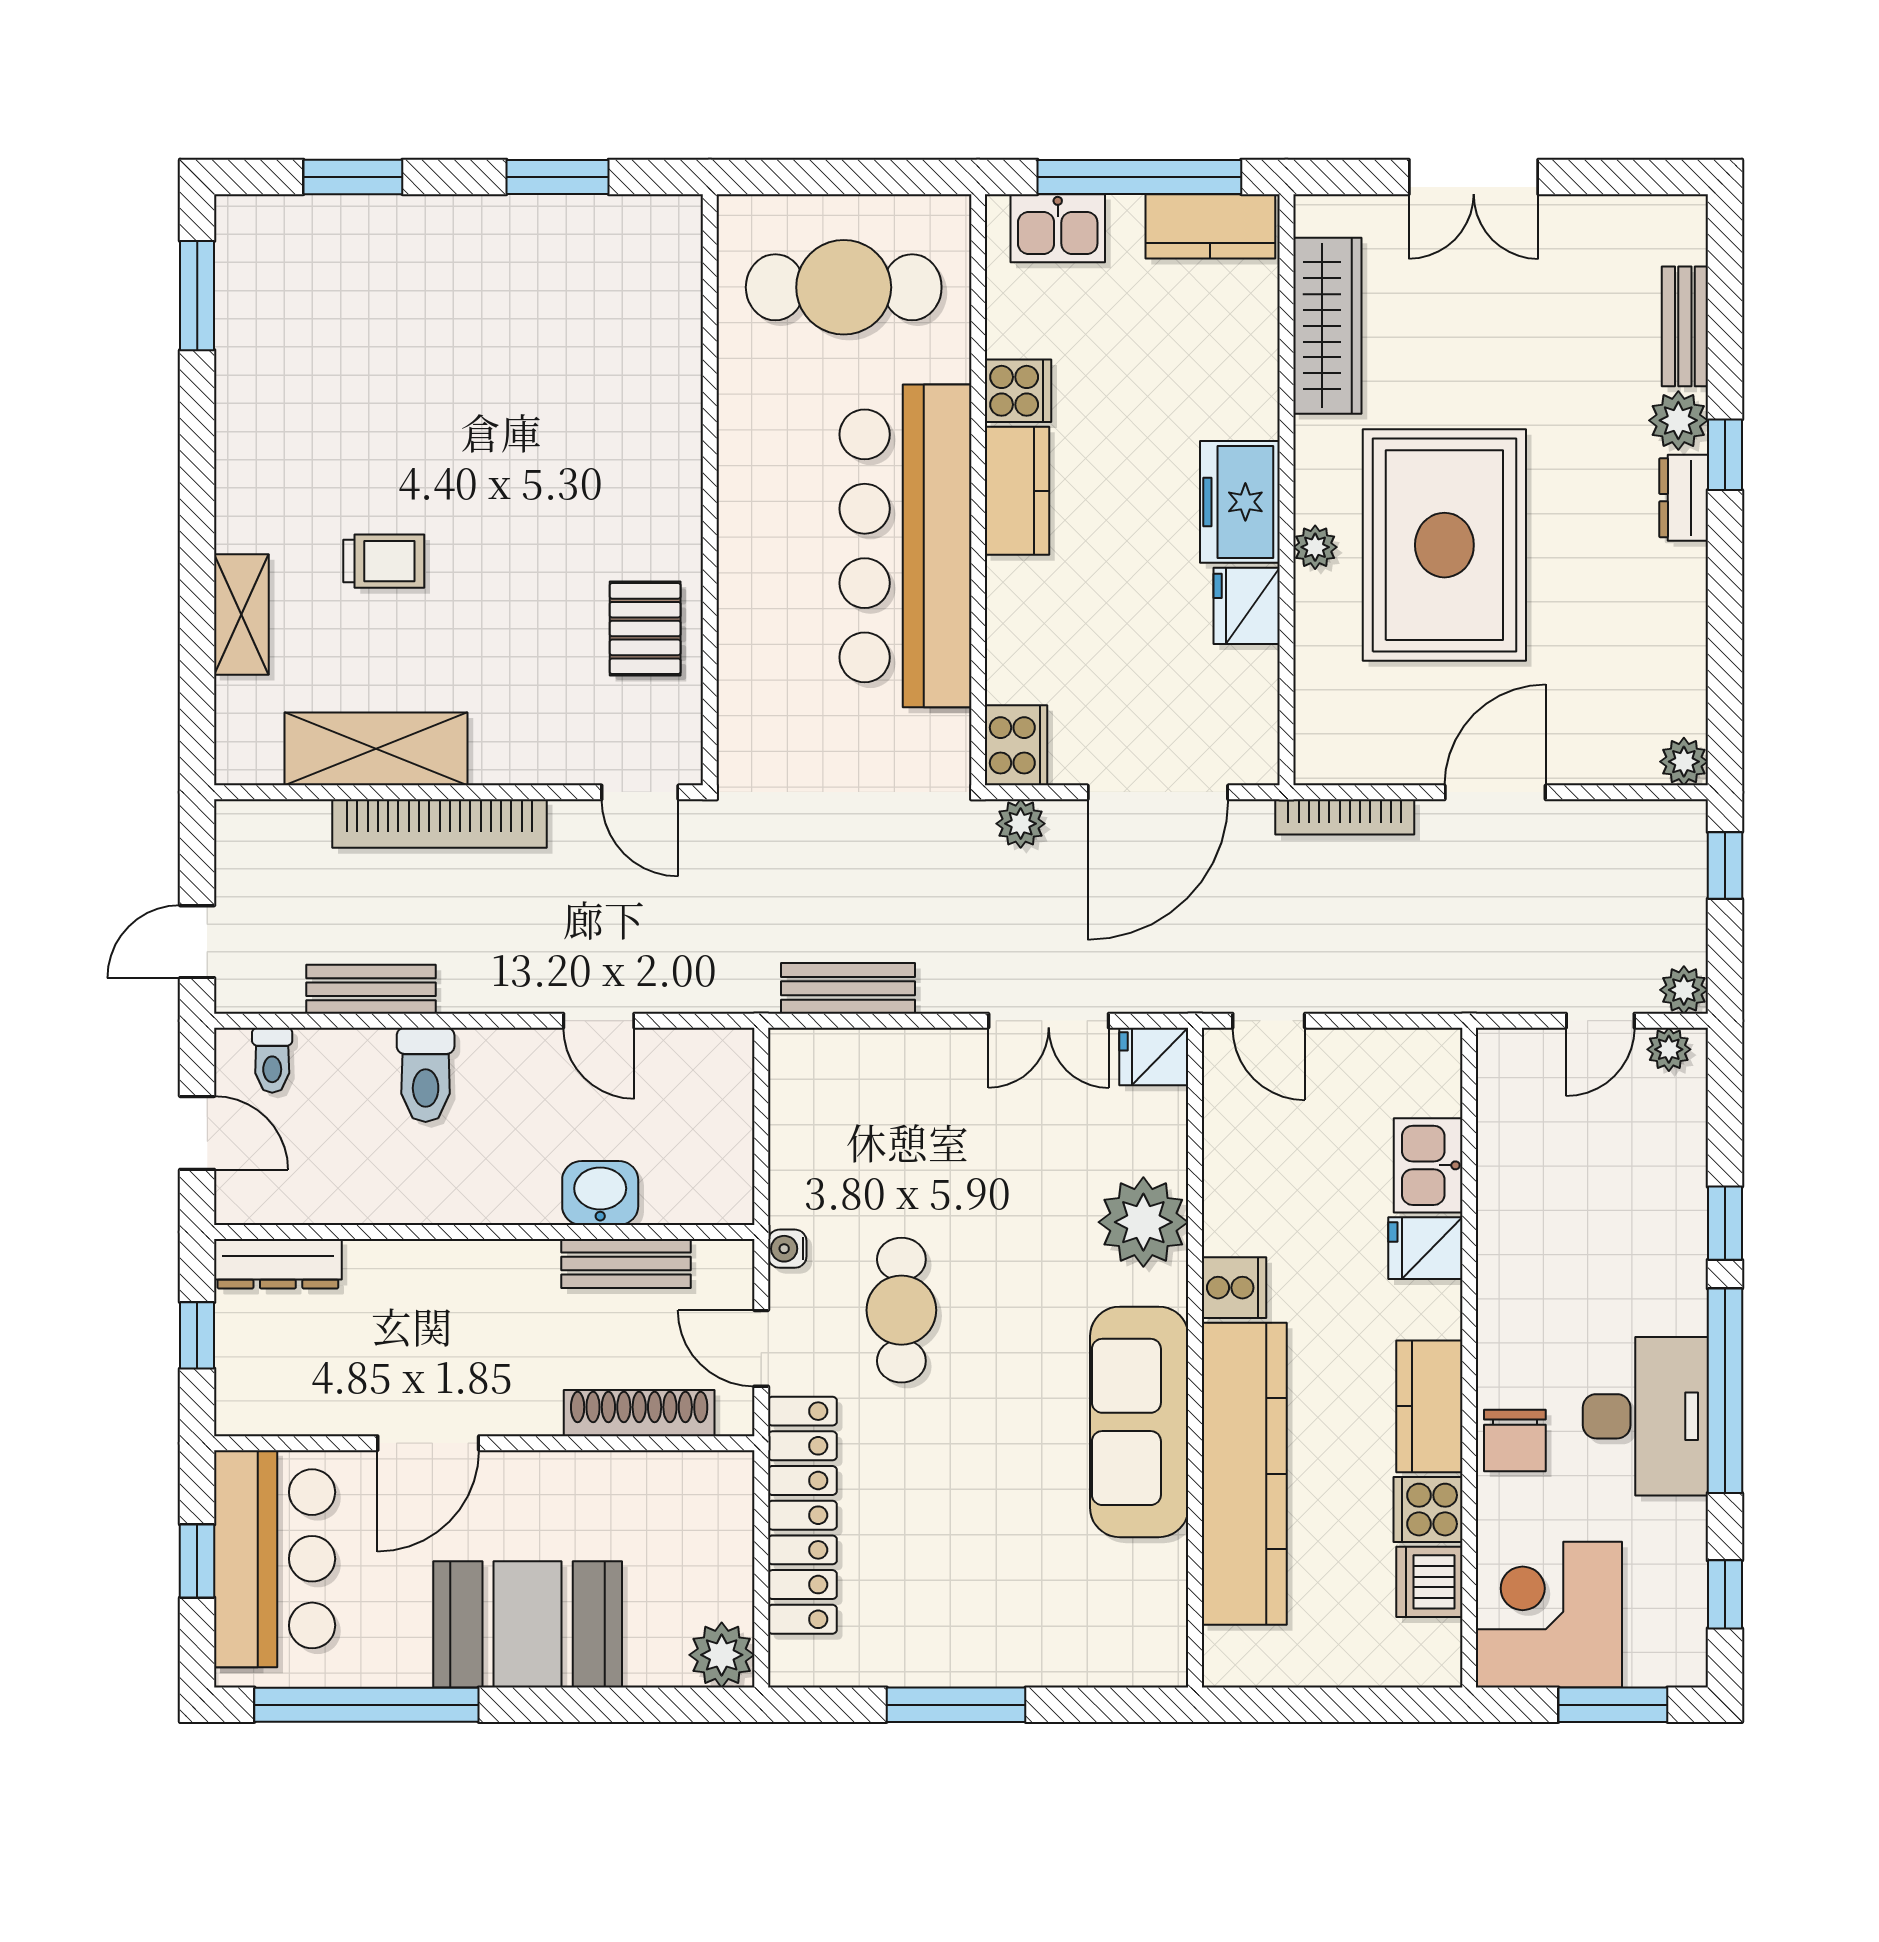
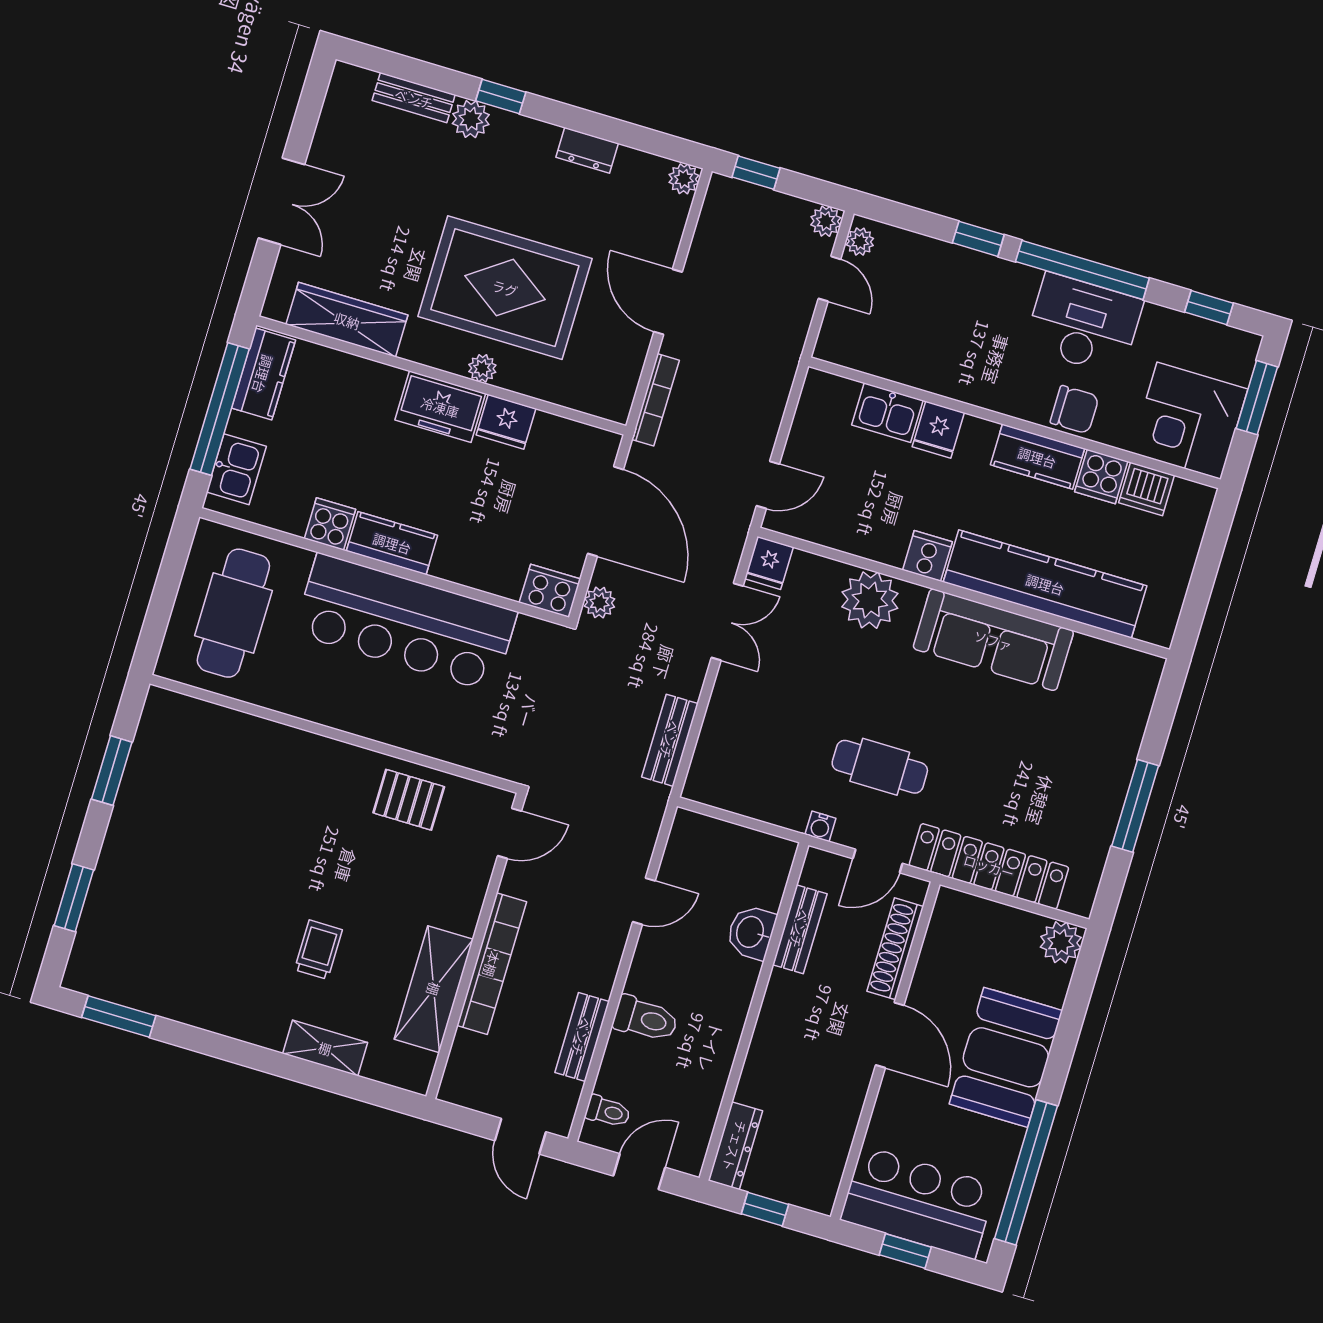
dresser: (1684, 498) -> (587, 150), moved
door: (428, 1443) -> (890, 1035), moved

